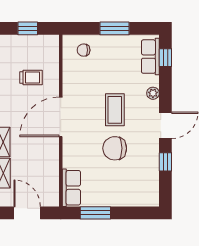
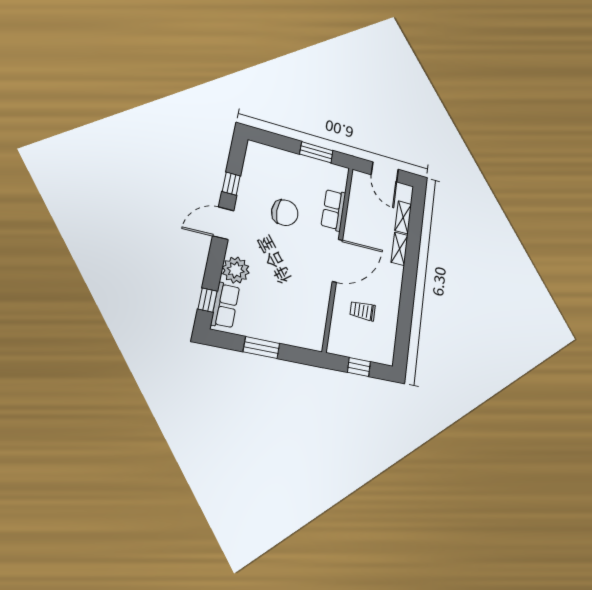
chair: (84, 50) -> (301, 329), removed
plant: (153, 93) -> (236, 270), width x1.87, depth x1.87
coffee table: (115, 110) -> (277, 254), removed
row of seats: (71, 188) -> (333, 210), moved

